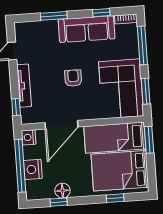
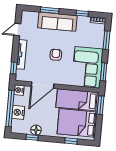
sofa: (87, 29) -> (57, 22), moved
window: (142, 45) -> (107, 40), width x0.69

